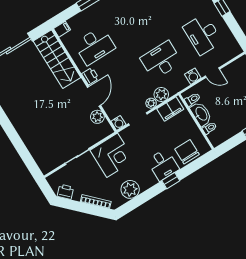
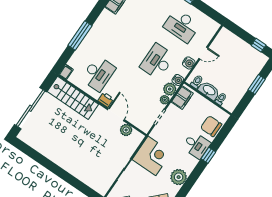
water cooler: (118, 123) -> (178, 80), moved

